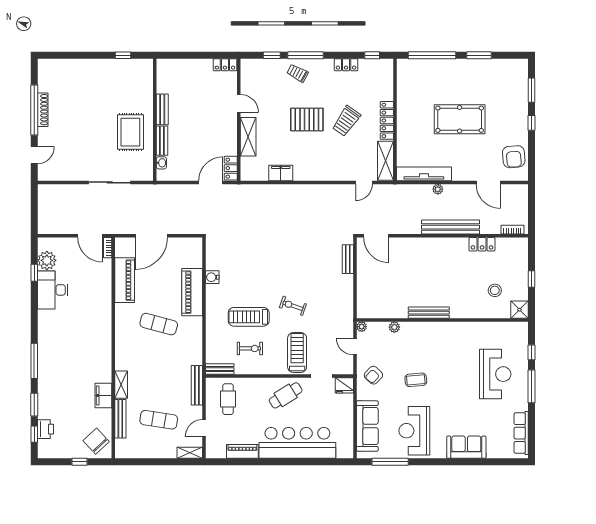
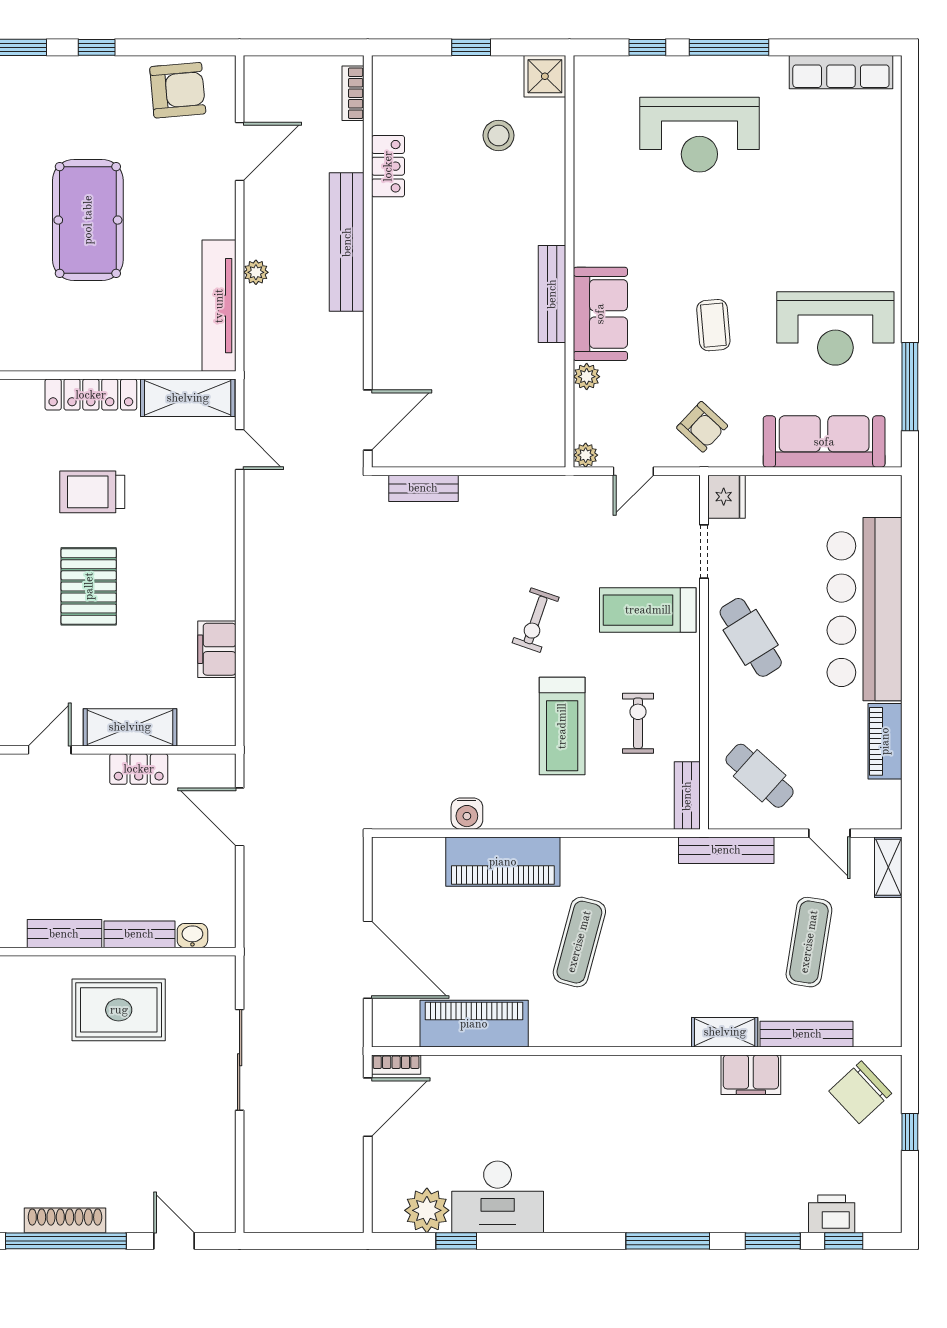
trolley: (346, 121) -> (92, 492), turned 145
locker: (231, 168) -> (139, 769), moved
reception desk: (495, 374) -> (699, 135), turned 180
cafe table: (228, 399) -> (760, 776), turned 42
sofa: (466, 447) -> (600, 314), moved, turned 180

